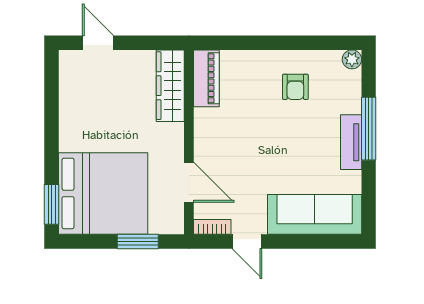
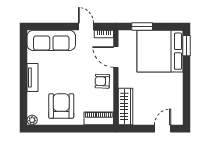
door: (98, 43) -> (163, 129), swing flipped
piano: (206, 78) -> (99, 118), moved, turned 90
armchair: (295, 87) -> (61, 106), width x1.88, depth x1.88
window: (369, 129) -> (24, 84), removed
armchair: (215, 135) -> (102, 81), added

